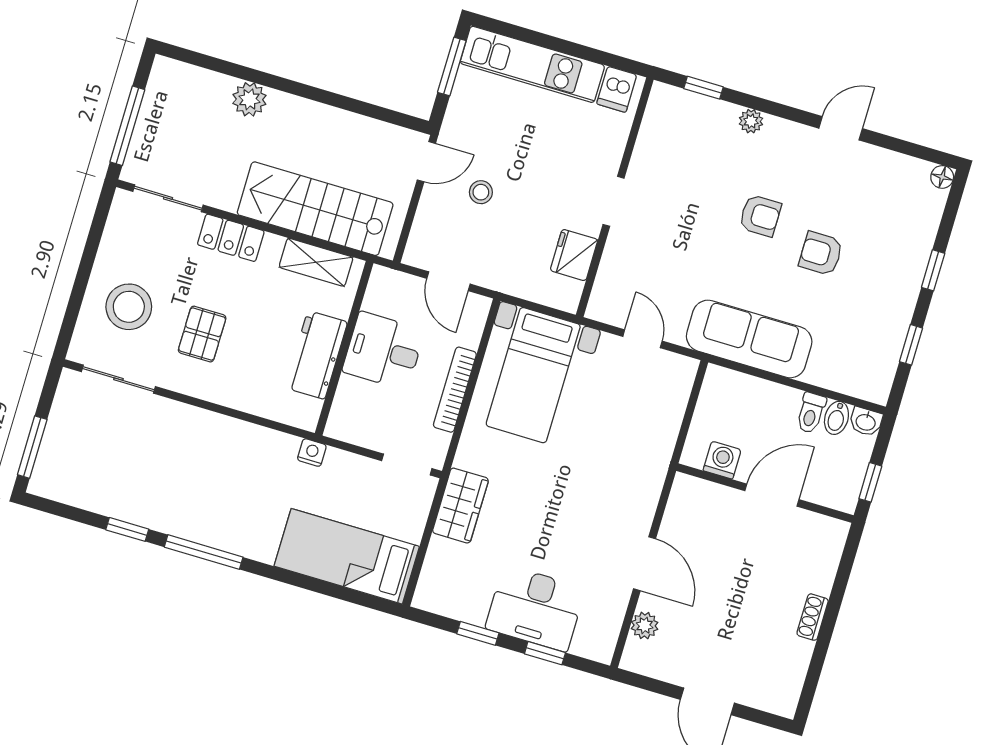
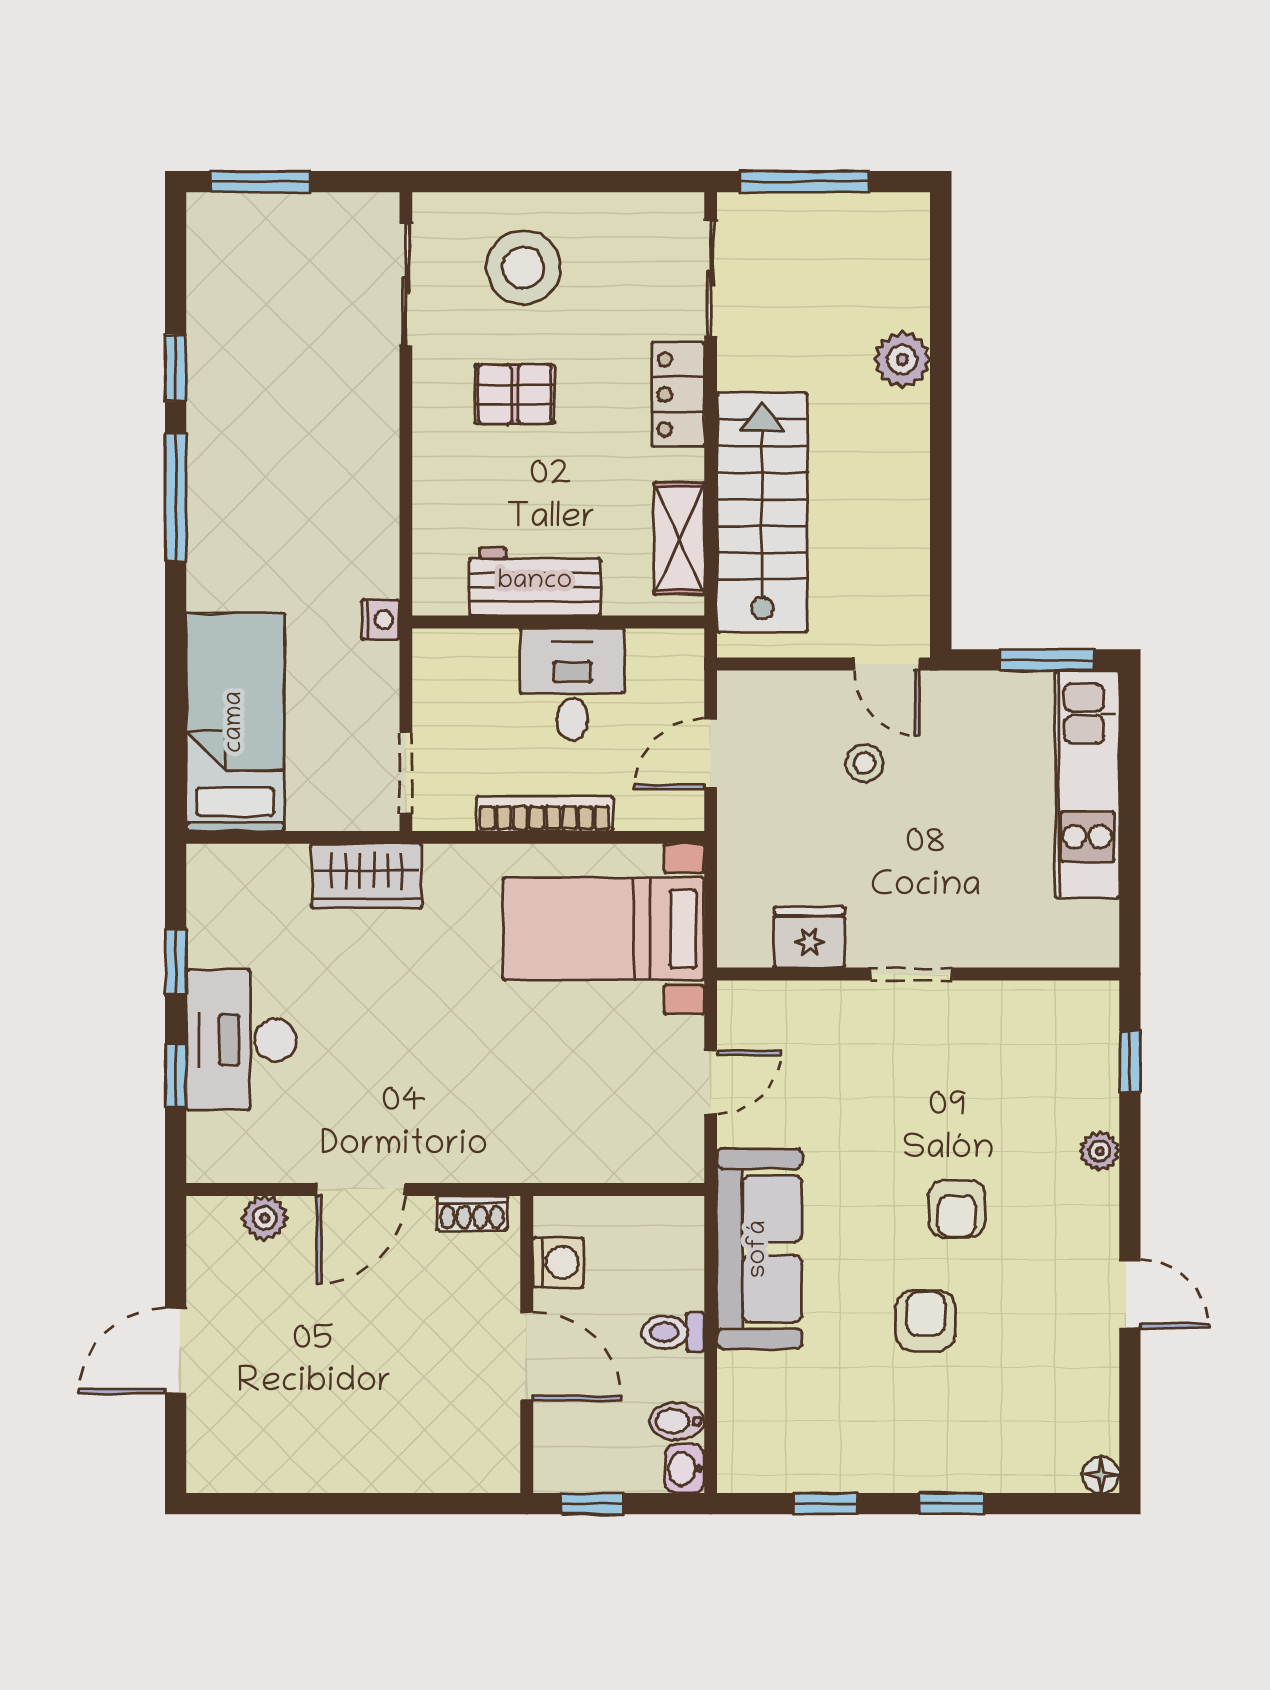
dishwasher: (617, 89) -> (1087, 927), removed
toilet: (811, 413) -> (673, 1332), moved
shoe rack: (813, 617) -> (472, 1213), moved, turned 180

